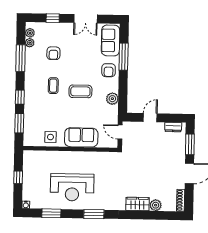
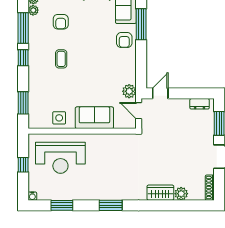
coffee table: (80, 91) -> (93, 65), removed
window: (20, 97) -> (23, 58), moved
plant: (112, 99) -> (129, 91), moved
door: (150, 118) -> (160, 93), moved
reception desk: (72, 187) -> (60, 158), moved

